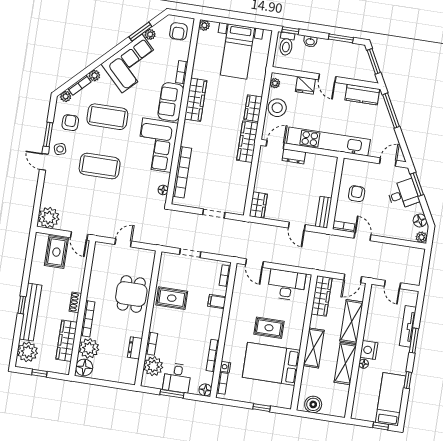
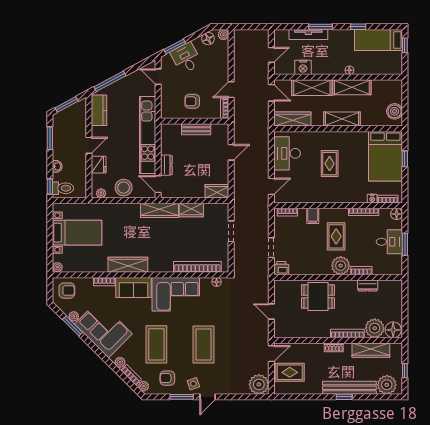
wardrobe: (253, 108) -> (191, 210), moved
bench: (324, 212) -> (196, 129), moved
printer: (167, 260) -> (281, 268), added
rug: (172, 298) -> (336, 236), moved
nightstand: (369, 350) -> (303, 67), moved
bed: (271, 364) -> (385, 156), moved
plant: (153, 366) -> (341, 266), moved

